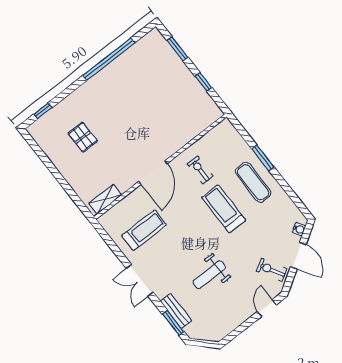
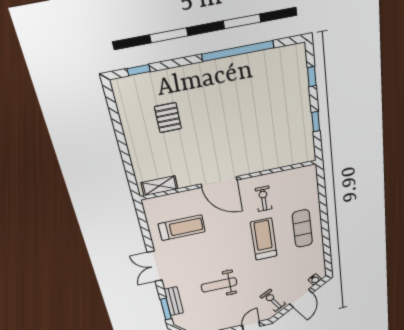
window: (177, 49) -> (312, 77), width x0.67
window: (263, 158) -> (324, 212), removed
door: (153, 173) -> (219, 182), hinge flipped

